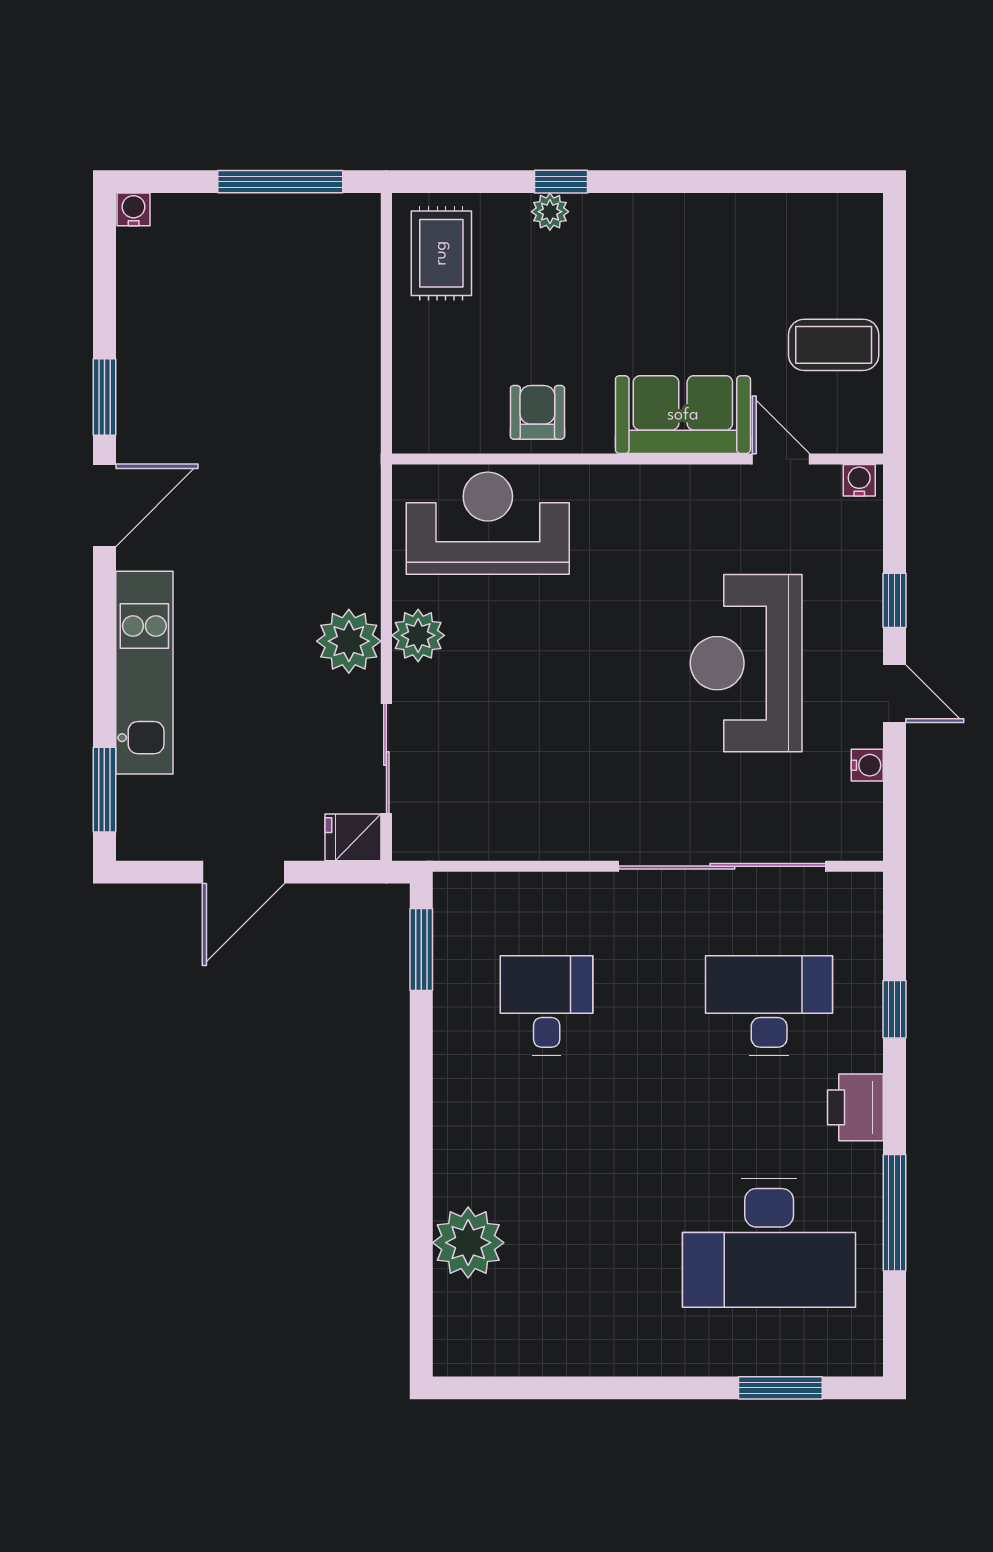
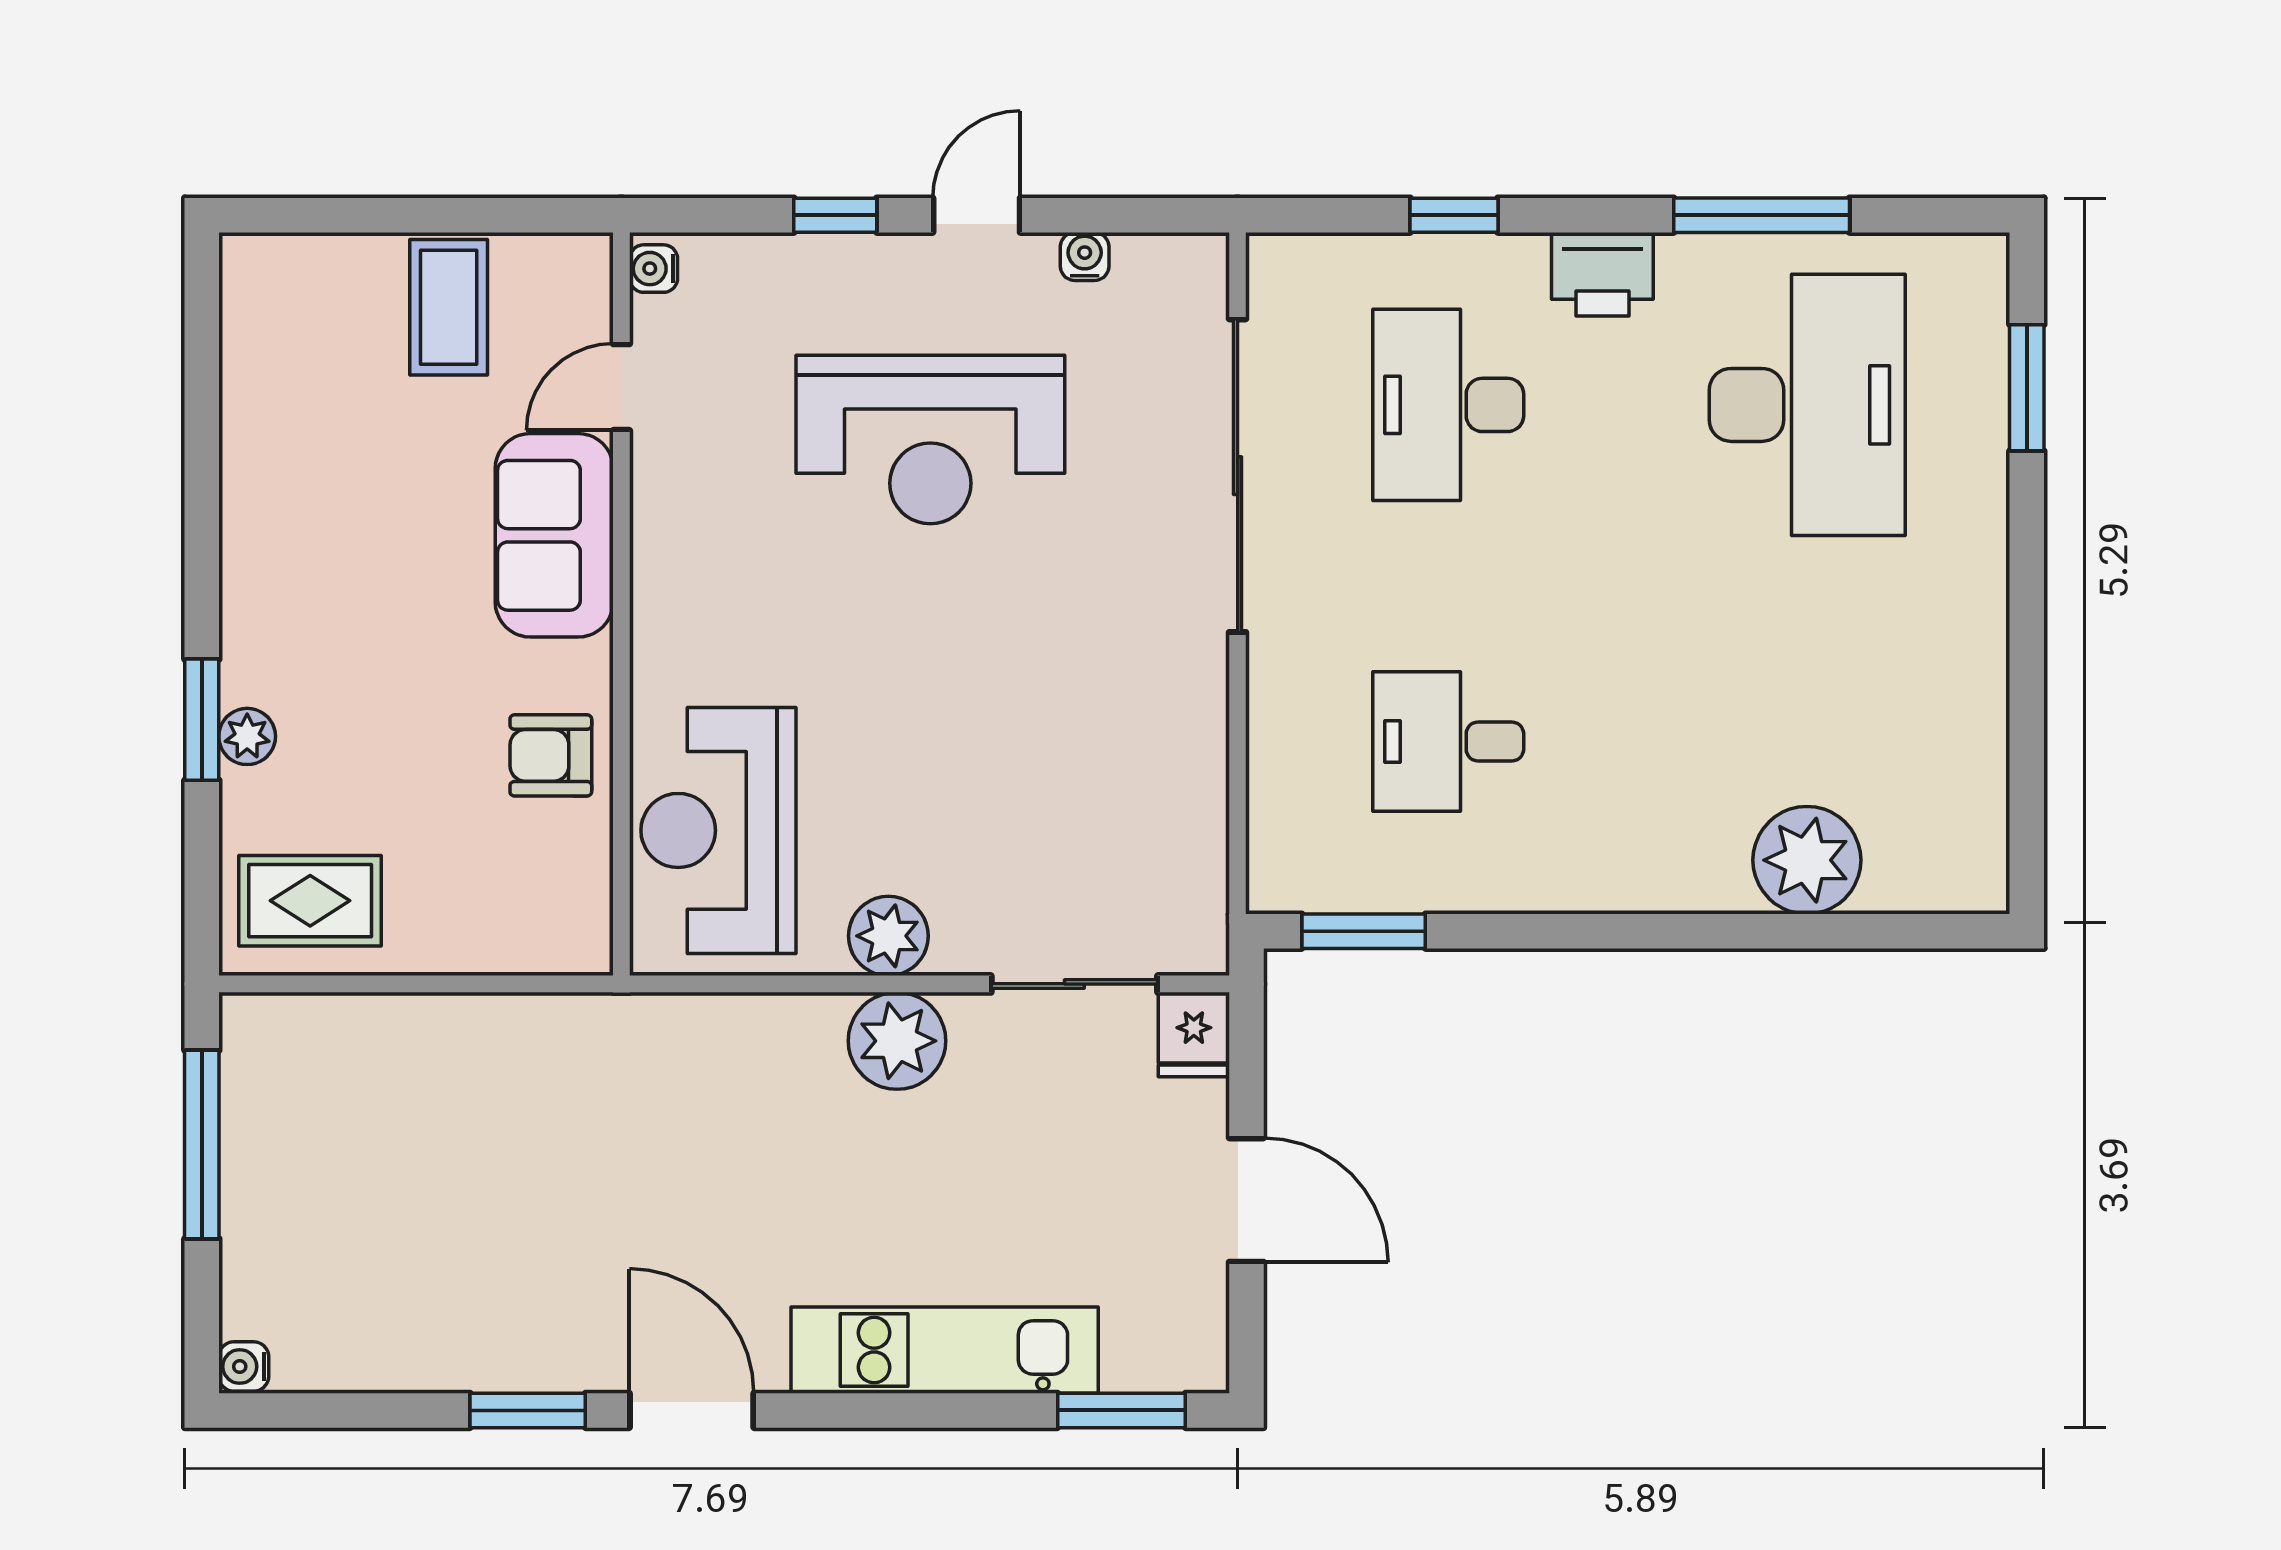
window: (561, 182) -> (202, 720), width x1.50

